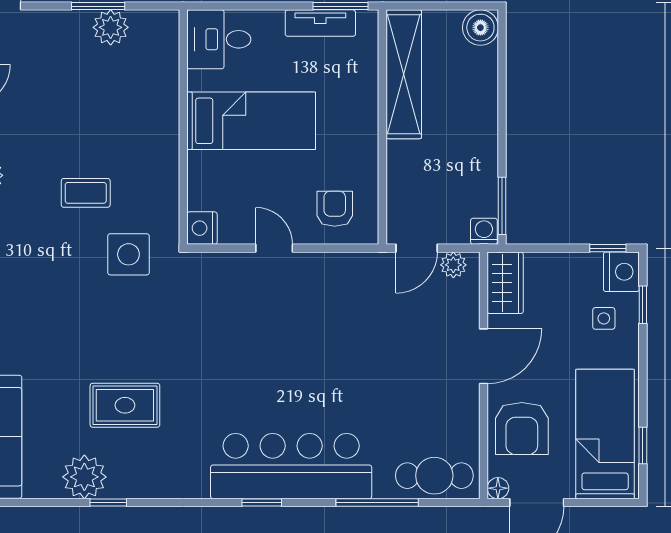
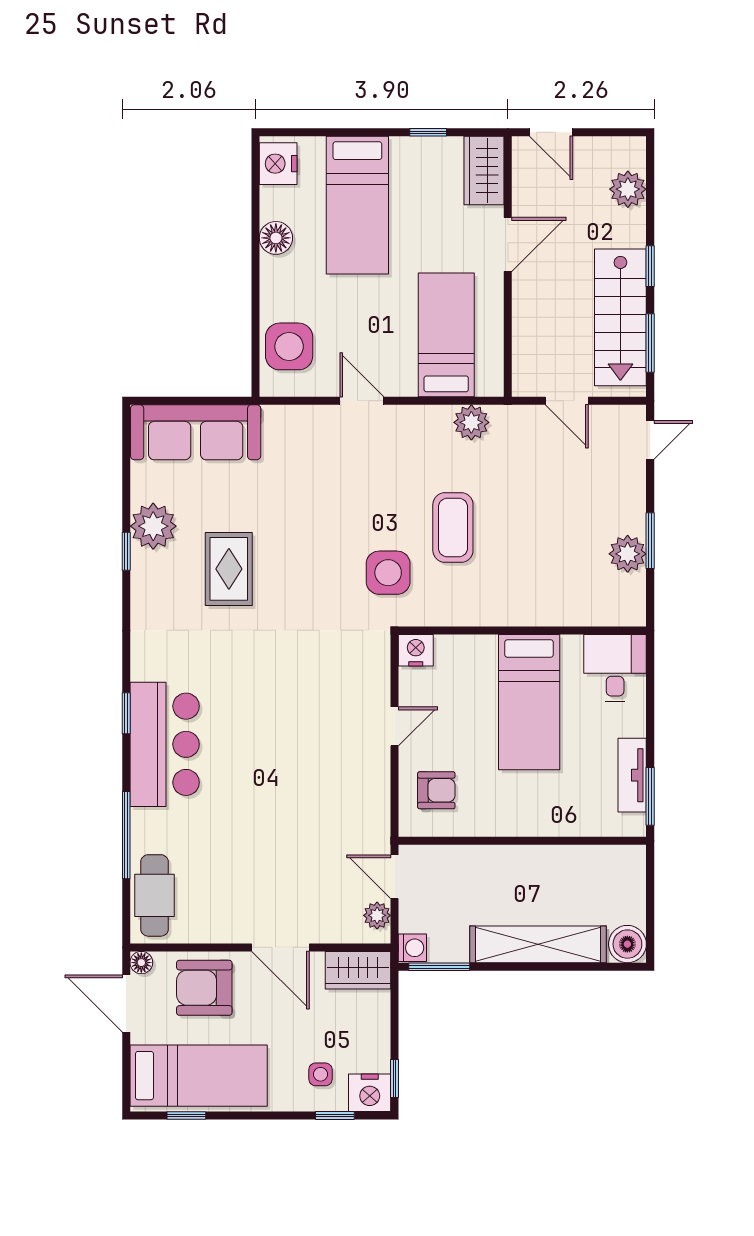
shelving: (404, 74) -> (538, 944), moved
coffee table: (86, 193) -> (453, 528), width x1.36, depth x1.30
bar counter: (291, 466) -> (165, 744), width x0.73

